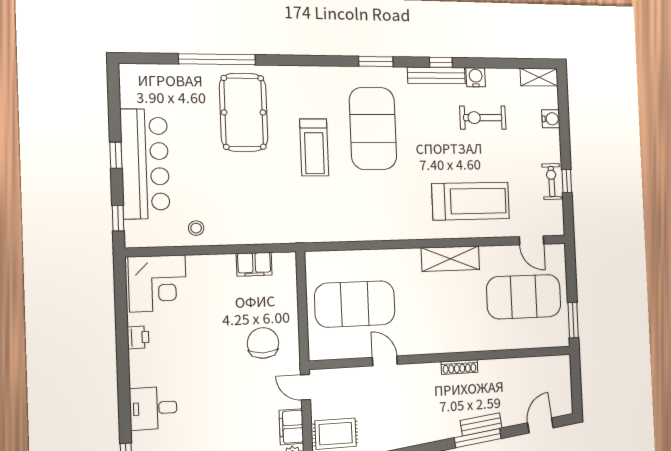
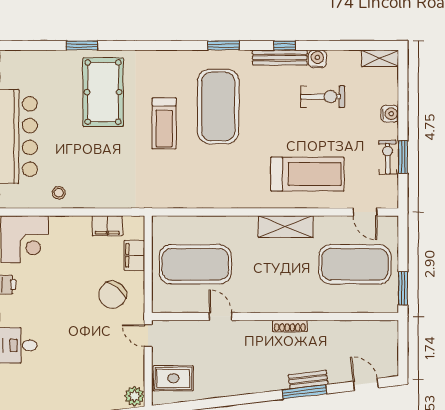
window: (217, 59) -> (82, 45), width x0.47
exercise bike: (483, 118) -> (323, 97), turned 180
water cooler: (551, 119) -> (390, 114), moved
window: (567, 181) -> (403, 157), width x1.50
chair: (263, 343) -> (112, 295), turned -141
door: (541, 425) -> (366, 385), hinge flipped
filing cabinet: (291, 427) -> (134, 255), moved

